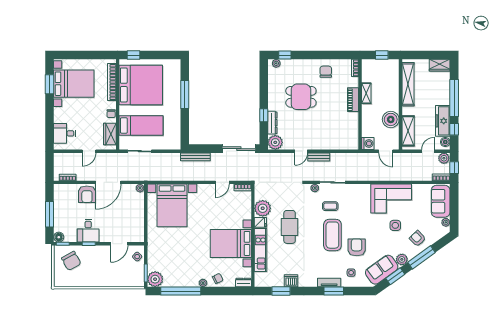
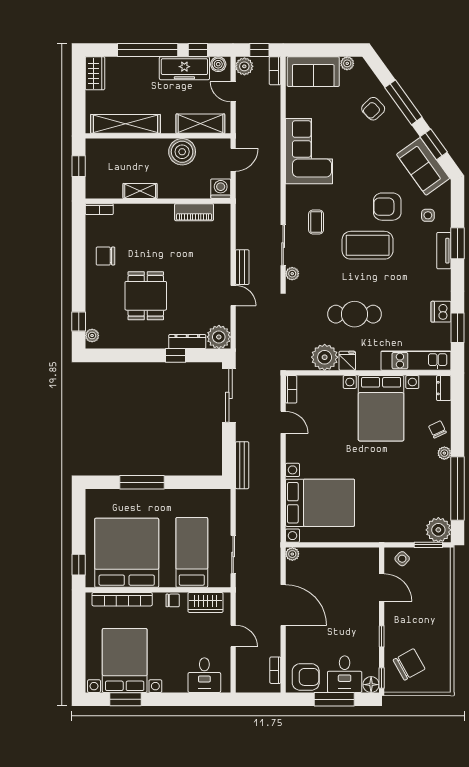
piano: (353, 100) -> (194, 212), moved
armchair: (87, 194) -> (306, 677), moved
coffee table: (330, 206) -> (316, 222), moved
side table: (395, 225) -> (352, 144), removed
desk: (88, 231) -> (345, 674), moved, turned 90
kitchen unit: (261, 250) -> (416, 361), moved
plant: (402, 259) -> (407, 134), removed

